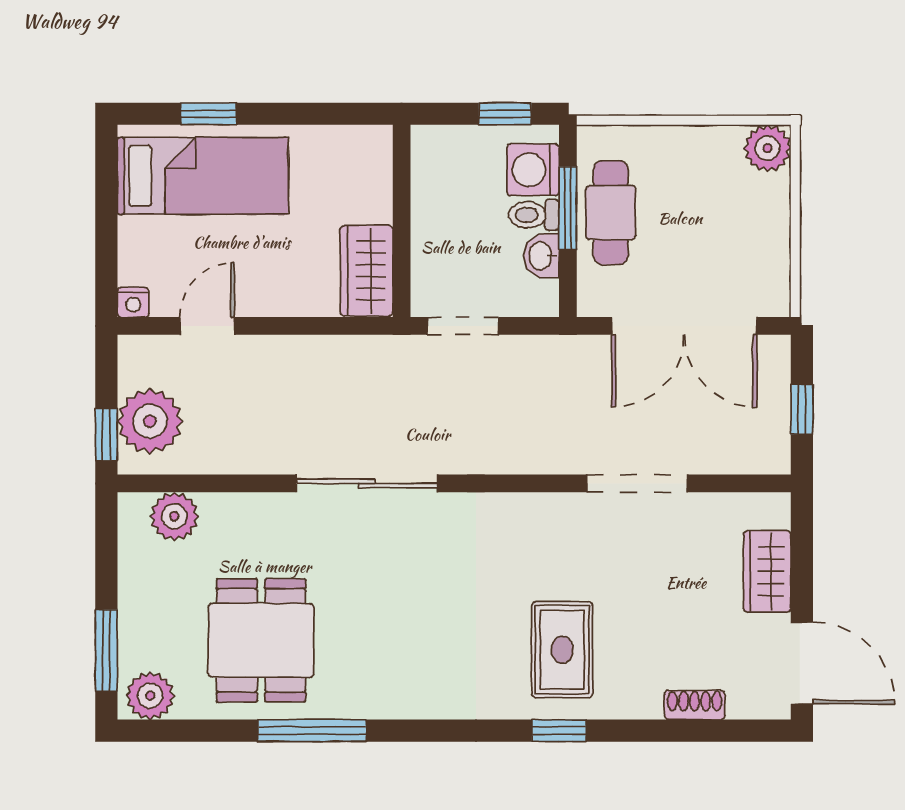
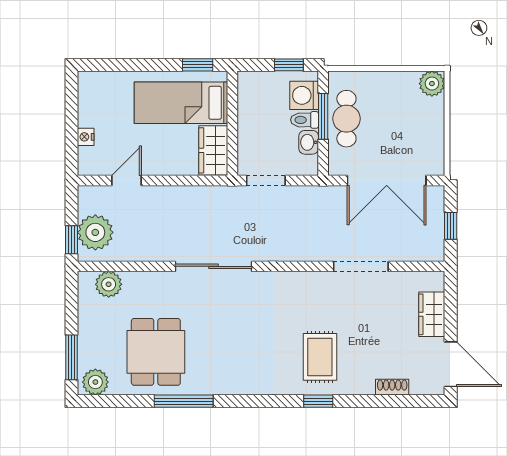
window: (208, 114) -> (198, 65), moved
bed: (203, 176) -> (181, 103), moved, turned 180
nightstand: (133, 302) -> (86, 137), moved, turned 90

